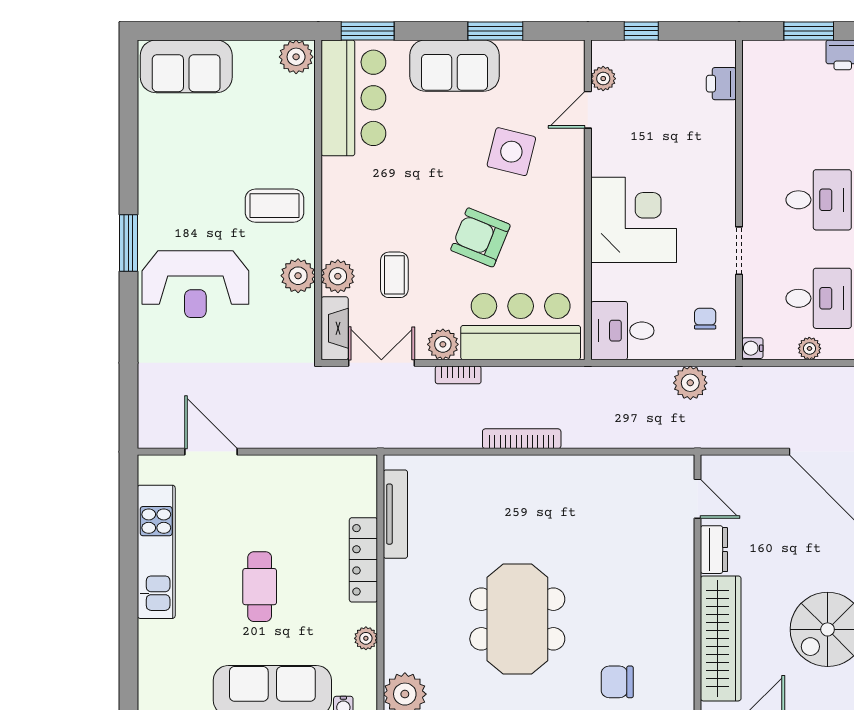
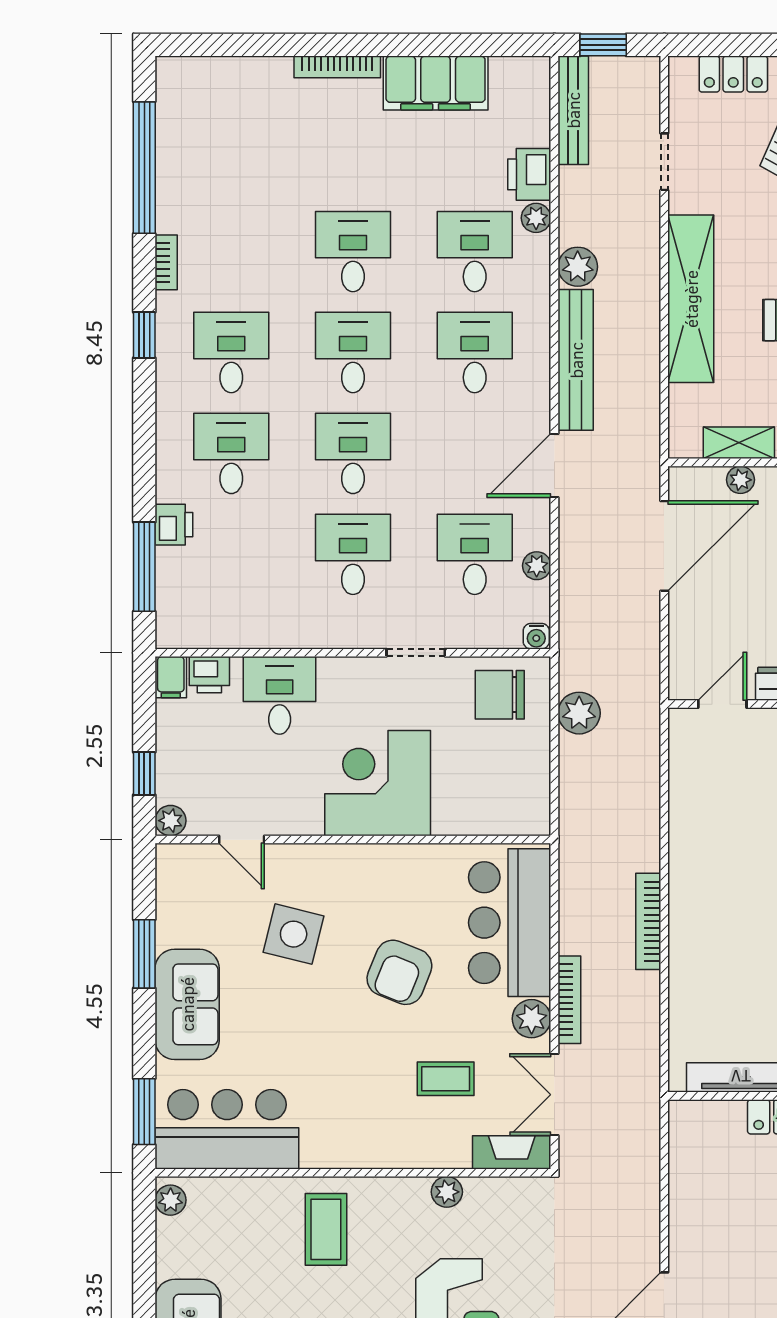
window: (809, 31) -> (144, 567), width x1.44
filing cabinet: (719, 52) -> (171, 677), added
plant: (296, 57) -> (171, 1200), width x0.73, depth x0.73
plant: (603, 79) -> (171, 821), moved
coffee table: (275, 206) -> (326, 1229), moved
plant: (298, 276) -> (447, 1192), width x0.73, depth x0.73
plant: (338, 276) -> (447, 1149), removed
chair: (705, 319) -> (500, 695), width x1.87, depth x1.87
desk: (622, 331) -> (280, 695), moved, turned 180
bookcase: (458, 375) -> (569, 1000), width x1.56

